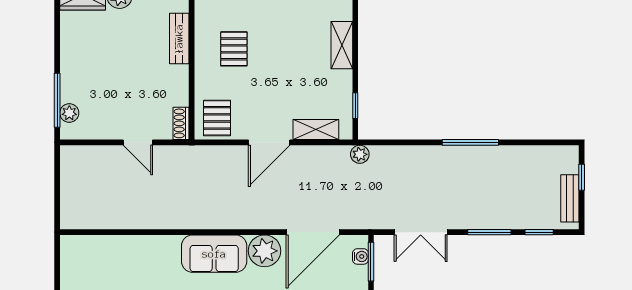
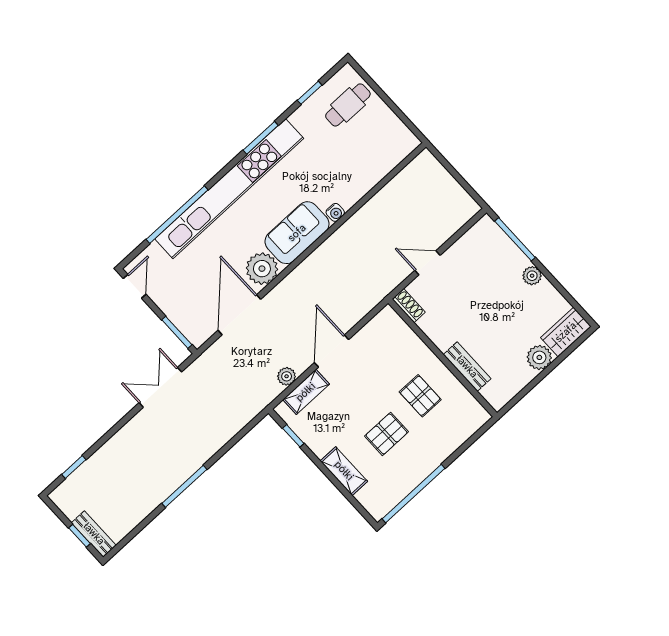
plant: (69, 113) -> (532, 276), moved
pallet: (217, 118) -> (387, 434), moved, turned 90
plant: (360, 154) -> (287, 376), moved
bench: (570, 198) -> (94, 534), moved
window: (489, 232) -> (110, 434), removed
water cooler: (360, 256) -> (335, 212), moved, turned -90

